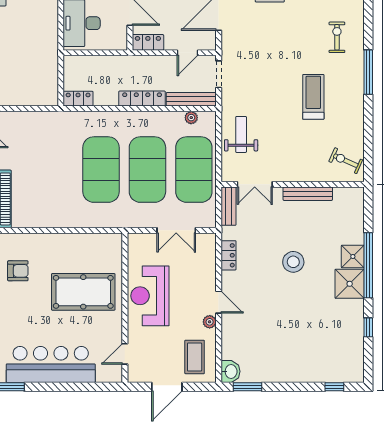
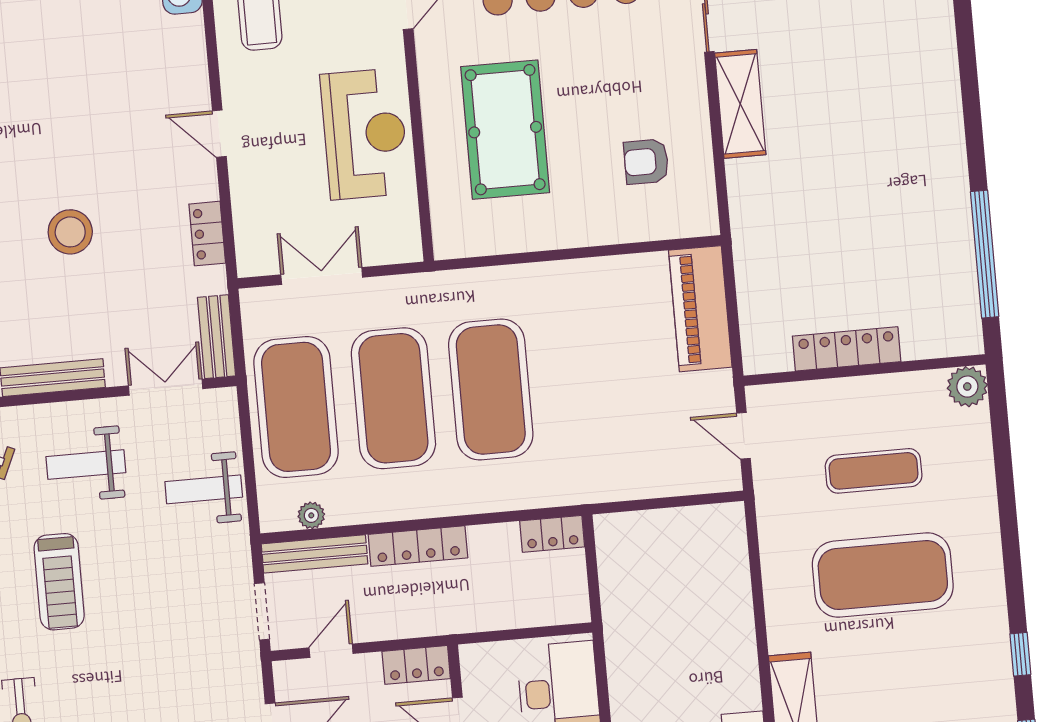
weight bench: (241, 134) -> (204, 489), turned 90
weight bench: (296, 151) -> (86, 465), added
pool table: (83, 292) -> (505, 130), turned 90
plant: (210, 322) -> (235, 90), removed

